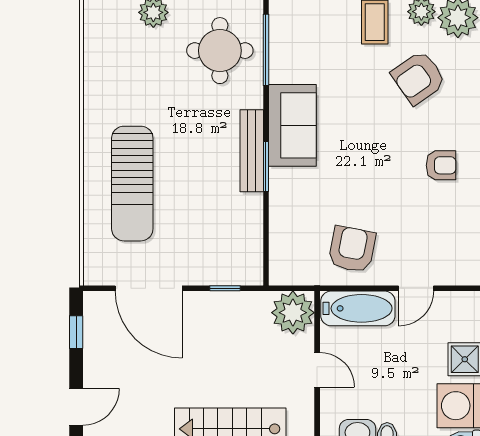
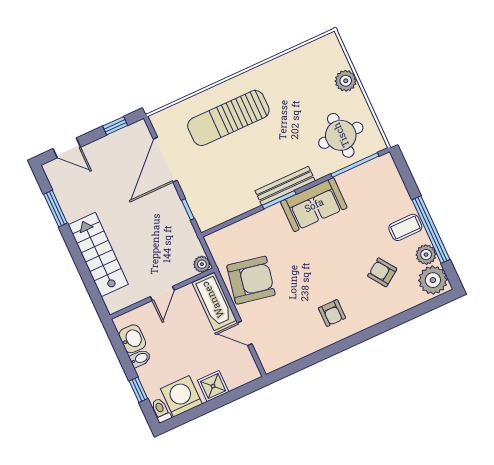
armchair: (419, 78) -> (382, 272), width x0.72, depth x0.72
armchair: (352, 249) -> (251, 280), width x1.36, depth x1.36
plant: (293, 313) -> (202, 264), width x0.53, depth x0.53

